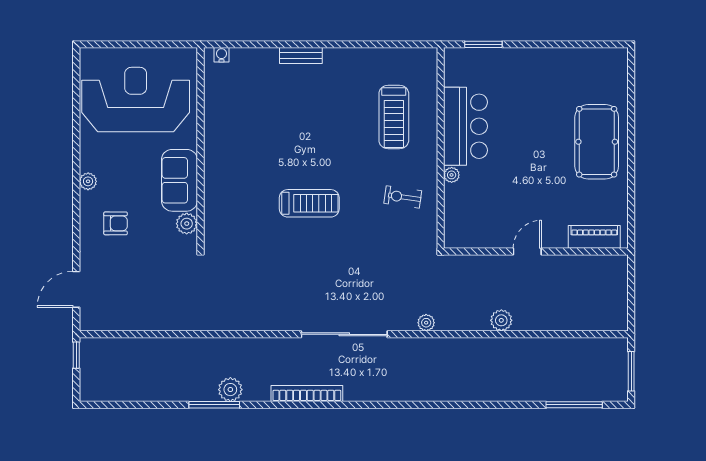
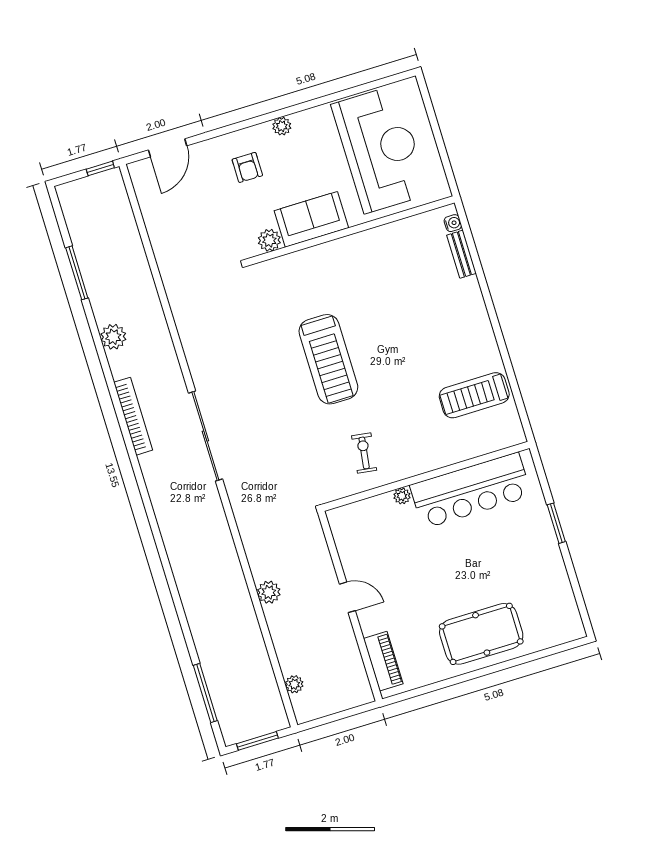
window: (483, 44) -> (556, 523), moved
bench: (301, 56) -> (461, 254), moved
treadmill: (394, 117) -> (474, 395), moved
bar counter: (466, 126) -> (471, 491), width x1.36
treadmill: (309, 203) -> (328, 359), width x1.37, depth x1.38
door: (76, 289) -> (168, 148), swing flipped
plant: (426, 323) -> (294, 684), moved
window: (214, 405) -> (77, 273), moved

